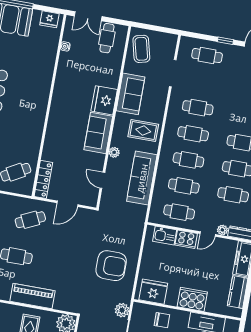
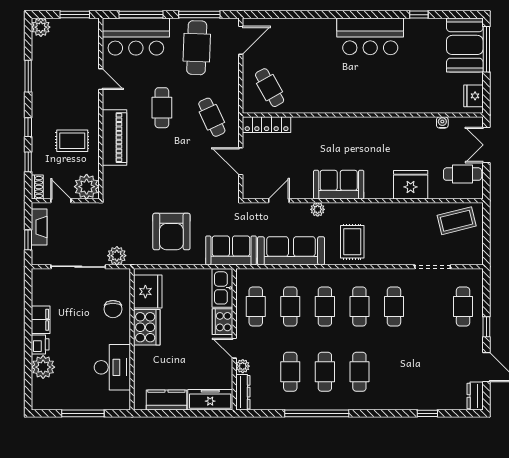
sofa: (130, 94) -> (231, 250), moved, turned 180
fridge: (104, 100) -> (411, 185), moved
kitchen sink: (165, 235) -> (222, 288), width x1.38
cooker: (192, 299) -> (147, 327), moved

